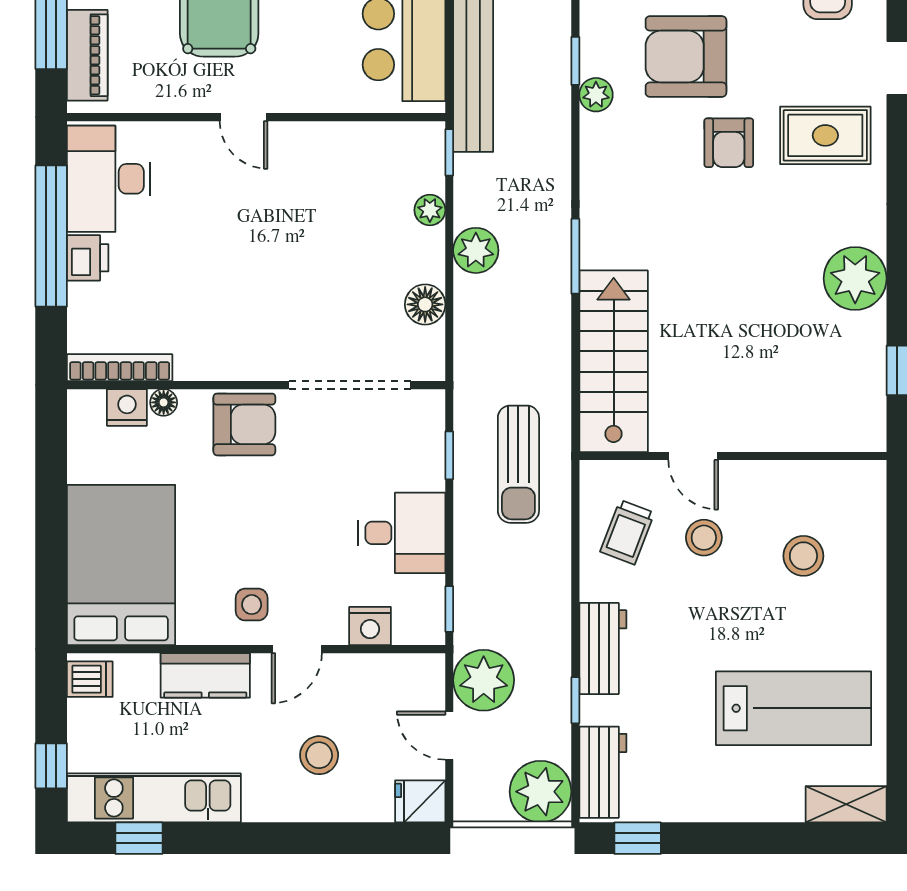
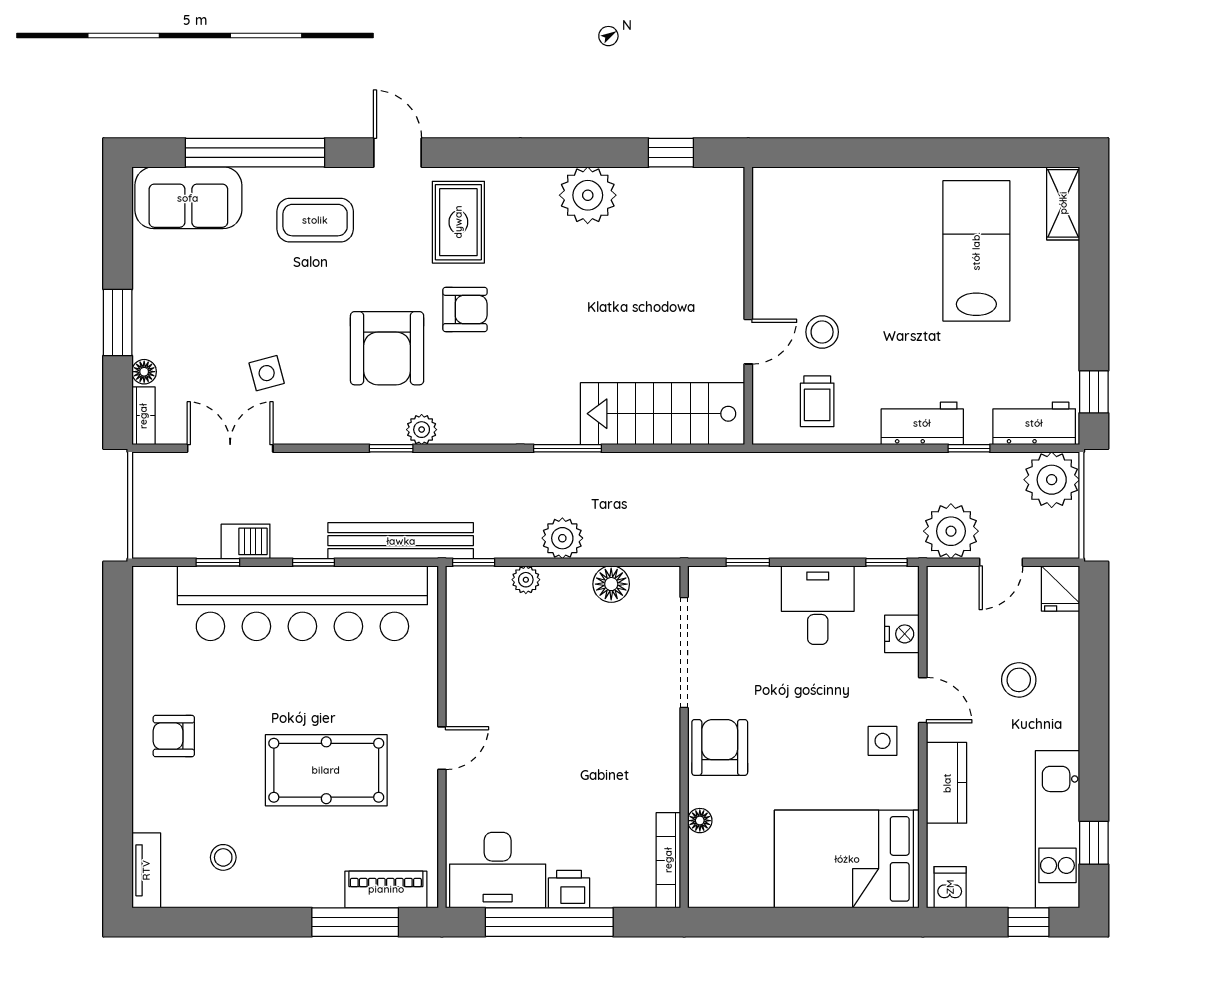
nightstand: (127, 407) -> (704, 854), removed
sun lounger: (518, 464) -> (756, 500), removed
trolley: (627, 532) -> (817, 401), turned 69
stool: (803, 556) -> (839, 242), removed

